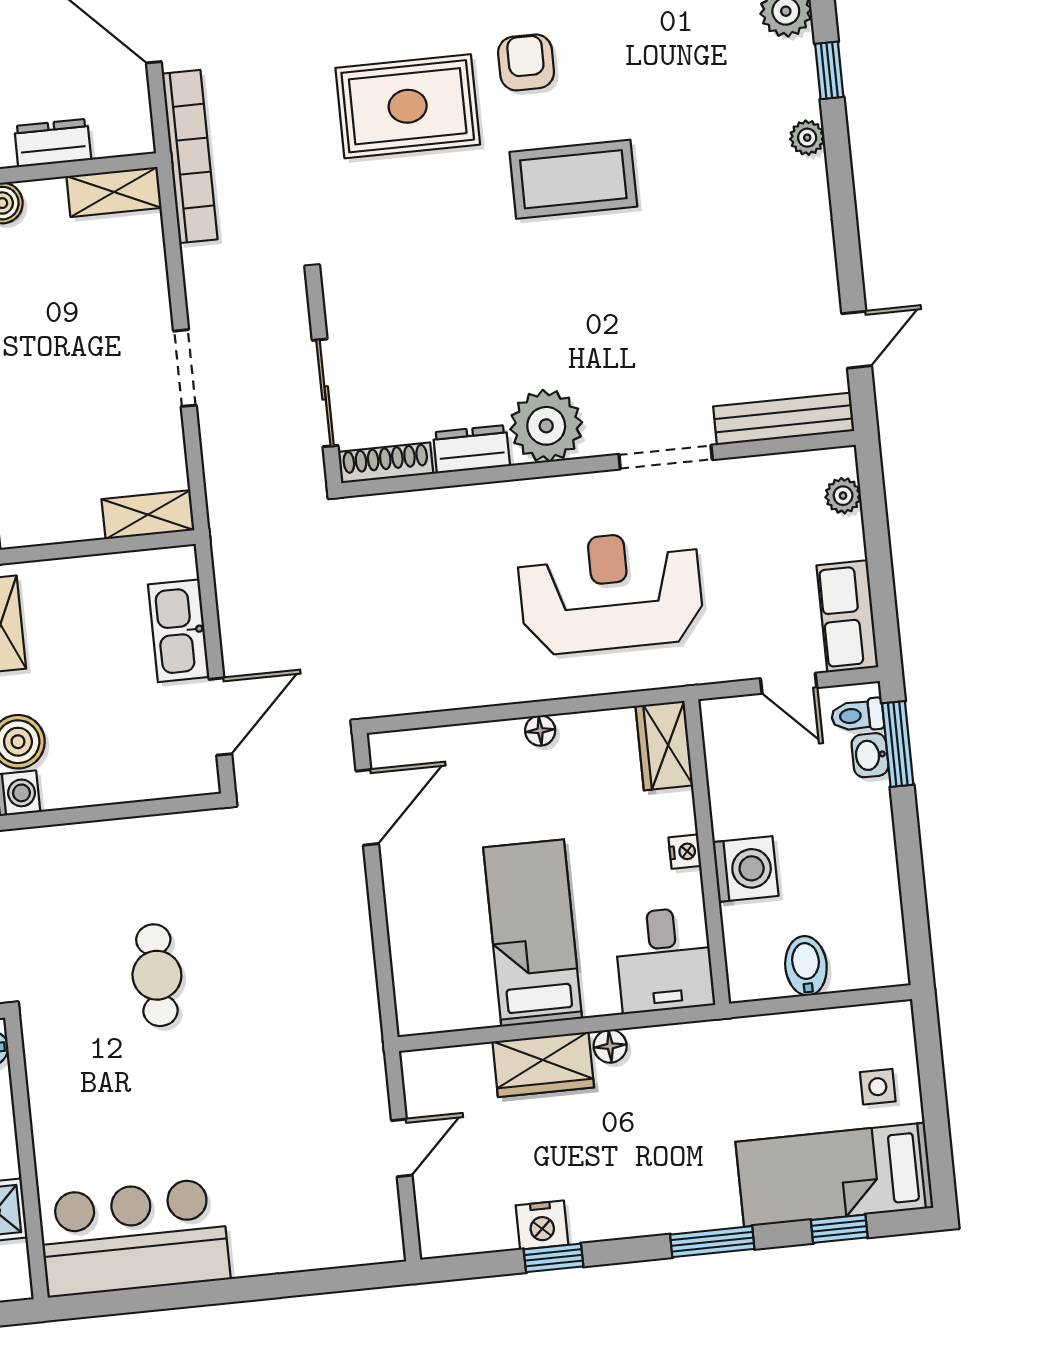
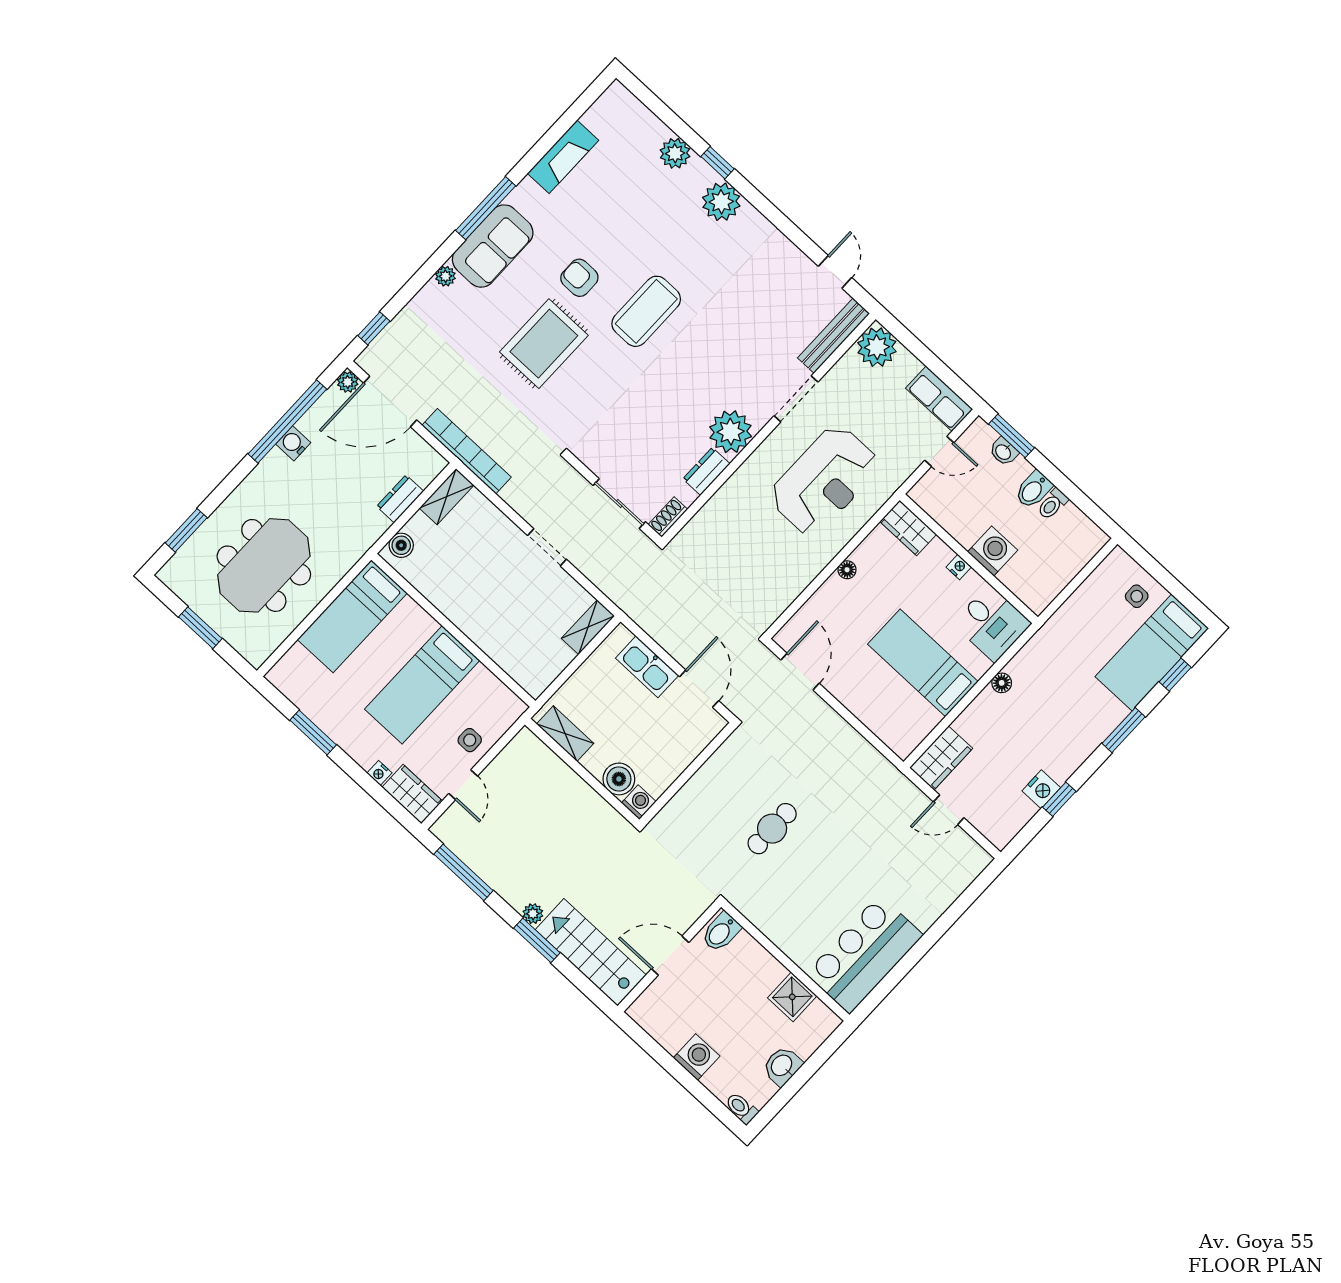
plant: (807, 138) -> (721, 202), width x1.87, depth x1.87
shoe rack: (386, 463) -> (668, 517), width x0.70
plant: (843, 496) -> (877, 347), width x1.87, depth x1.87
reception desk: (611, 592) -> (824, 480), turned 180
toilet: (857, 715) -> (1053, 504), moved
bidet: (806, 966) -> (1033, 490), moved, turned -90
cafe table: (157, 975) -> (772, 829), turned 90
wardrobe: (543, 1064) -> (941, 758), moved
door: (402, 1148) -> (949, 810), swing flipped

